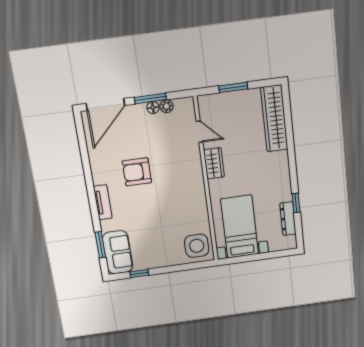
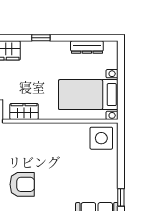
armchair: (137, 172) -> (22, 184), turned -90
window: (296, 203) -> (41, 38), moved

